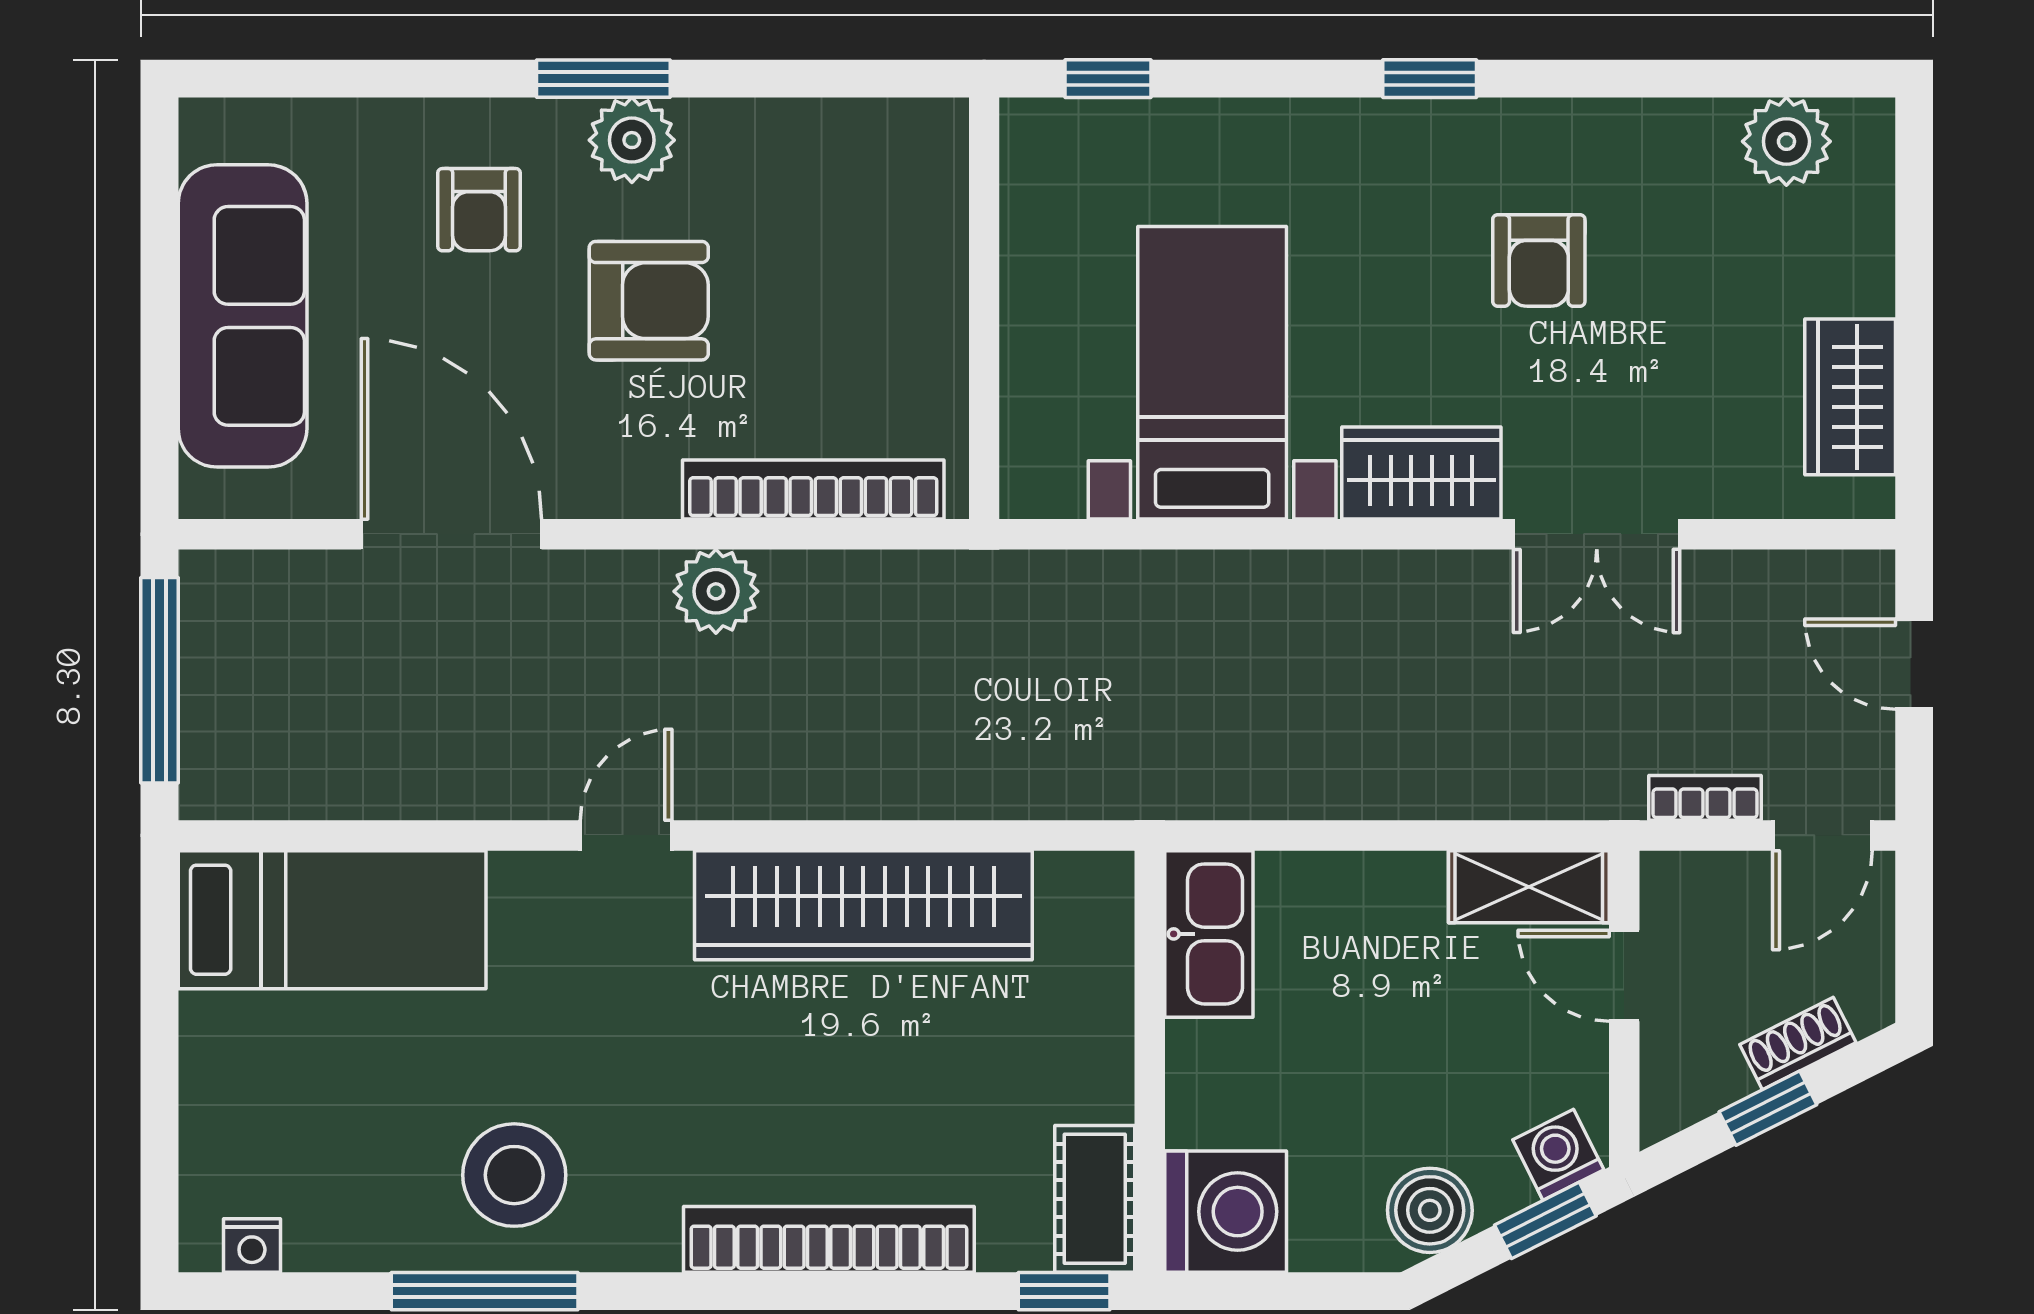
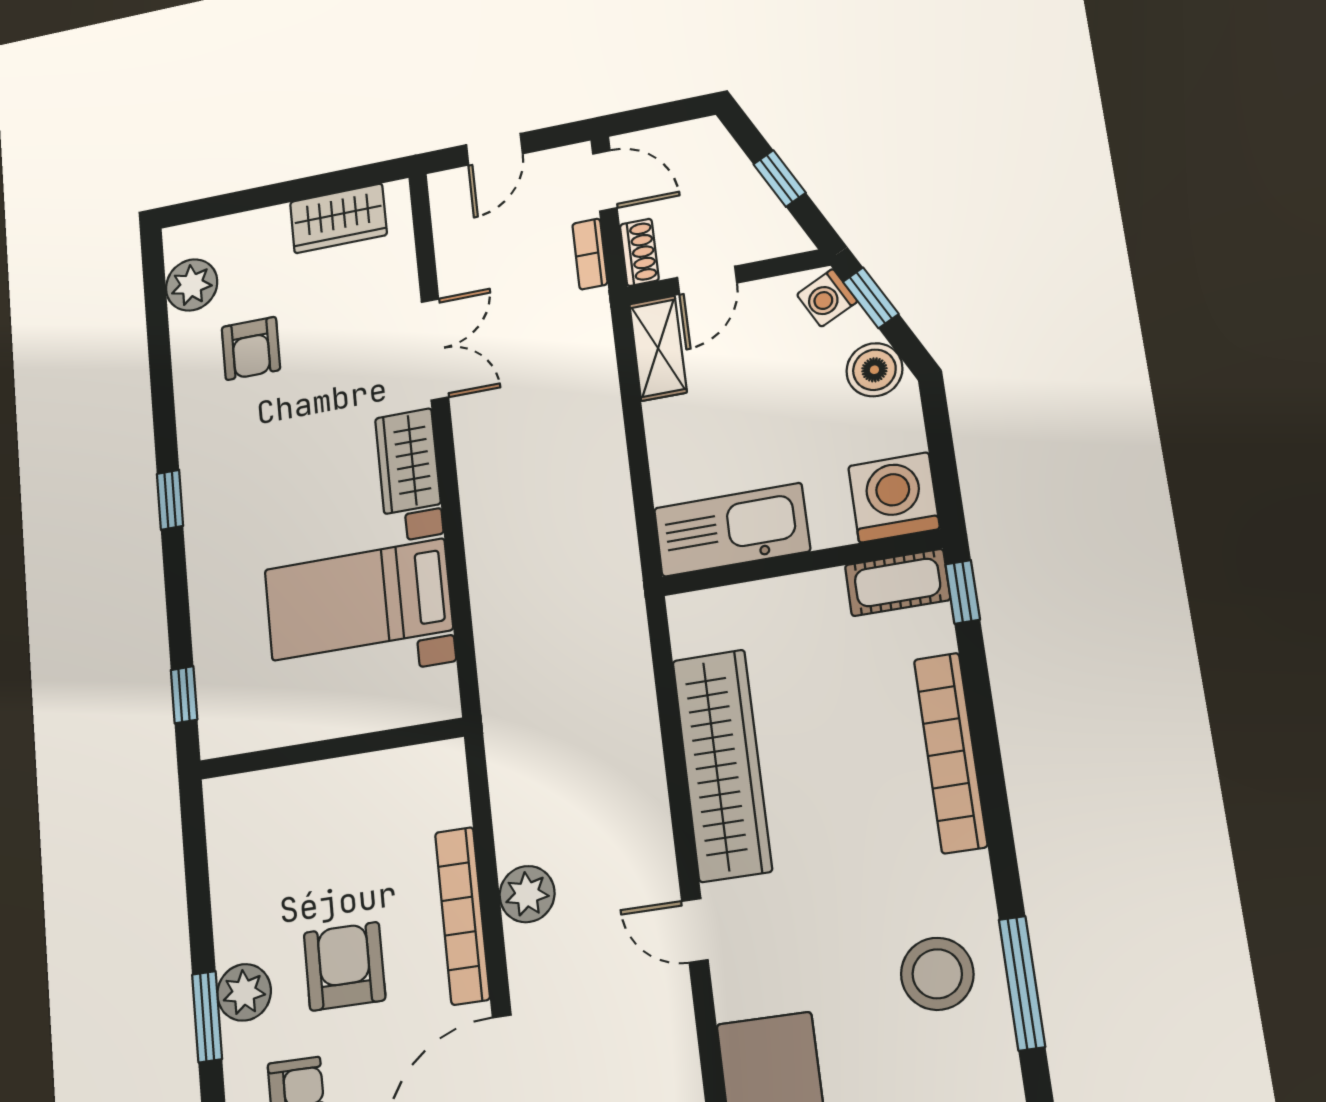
armchair: (1539, 260) -> (251, 348), moved, turned 90
bookcase: (813, 490) -> (462, 916), moved
kitchen sink: (1209, 934) -> (732, 530), width x1.36, depth x1.24
shoe rack: (1798, 1043) -> (639, 252), moved, turned -153

